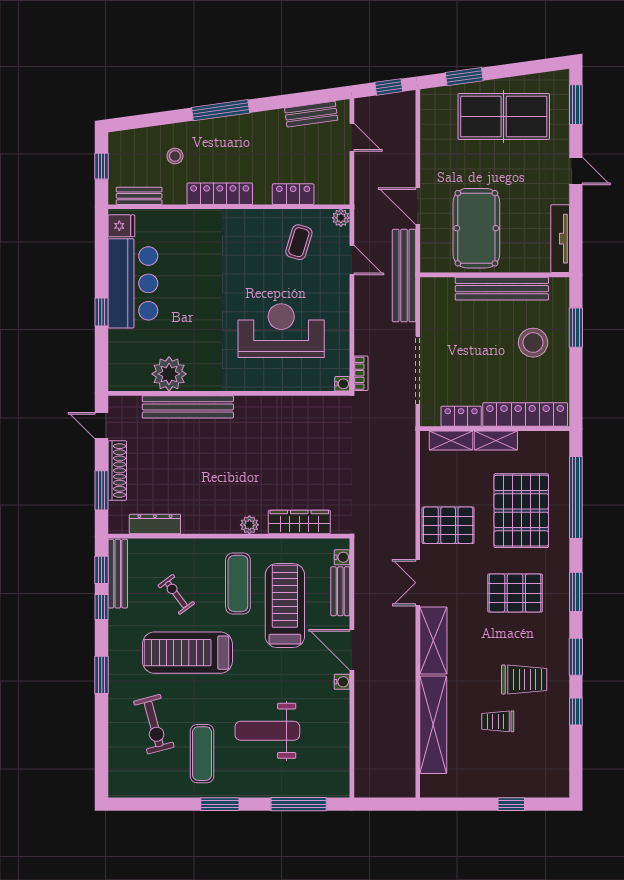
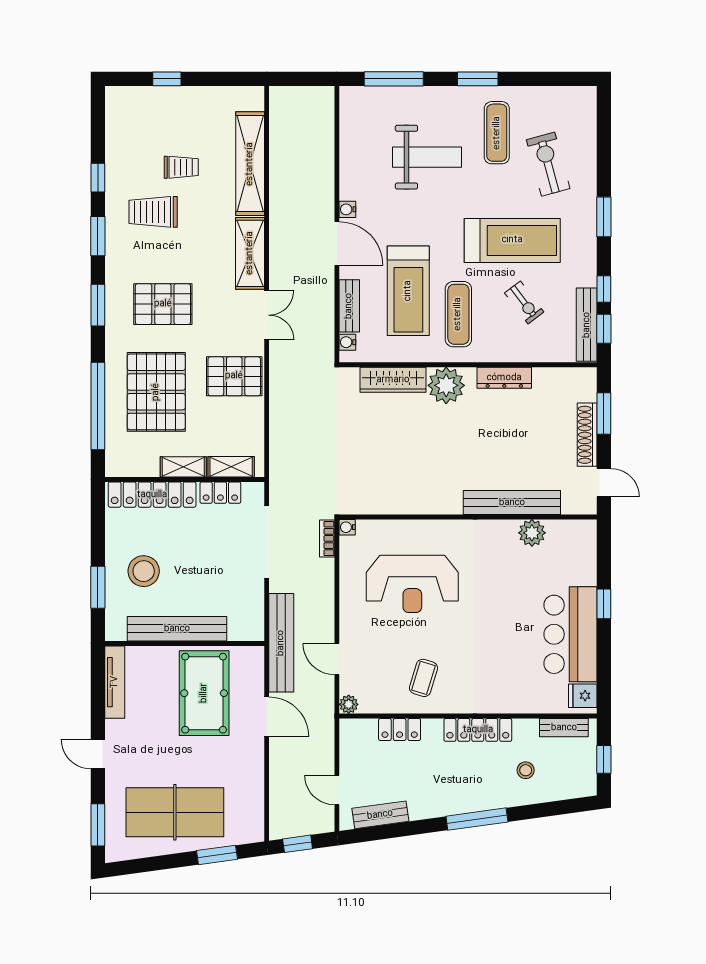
coffee table: (299, 242) -> (423, 678), moved
plant: (169, 374) -> (532, 533), width x0.73, depth x0.73
dresser: (155, 524) -> (504, 378), moved
plant: (249, 525) -> (446, 385), width x1.88, depth x1.88

